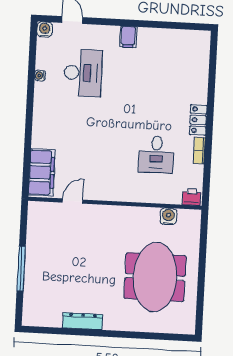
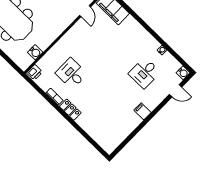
desk: (83, 73) -> (145, 73), width x0.73

